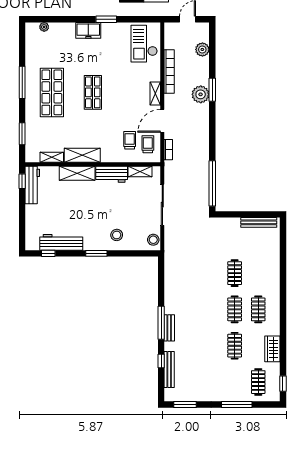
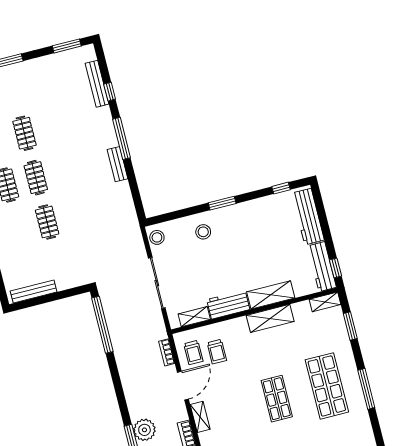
shelving: (52, 157) -> (325, 302), moved
workbench: (61, 242) -> (308, 217), moved, turned 90
bench: (169, 328) -> (118, 164), moved

